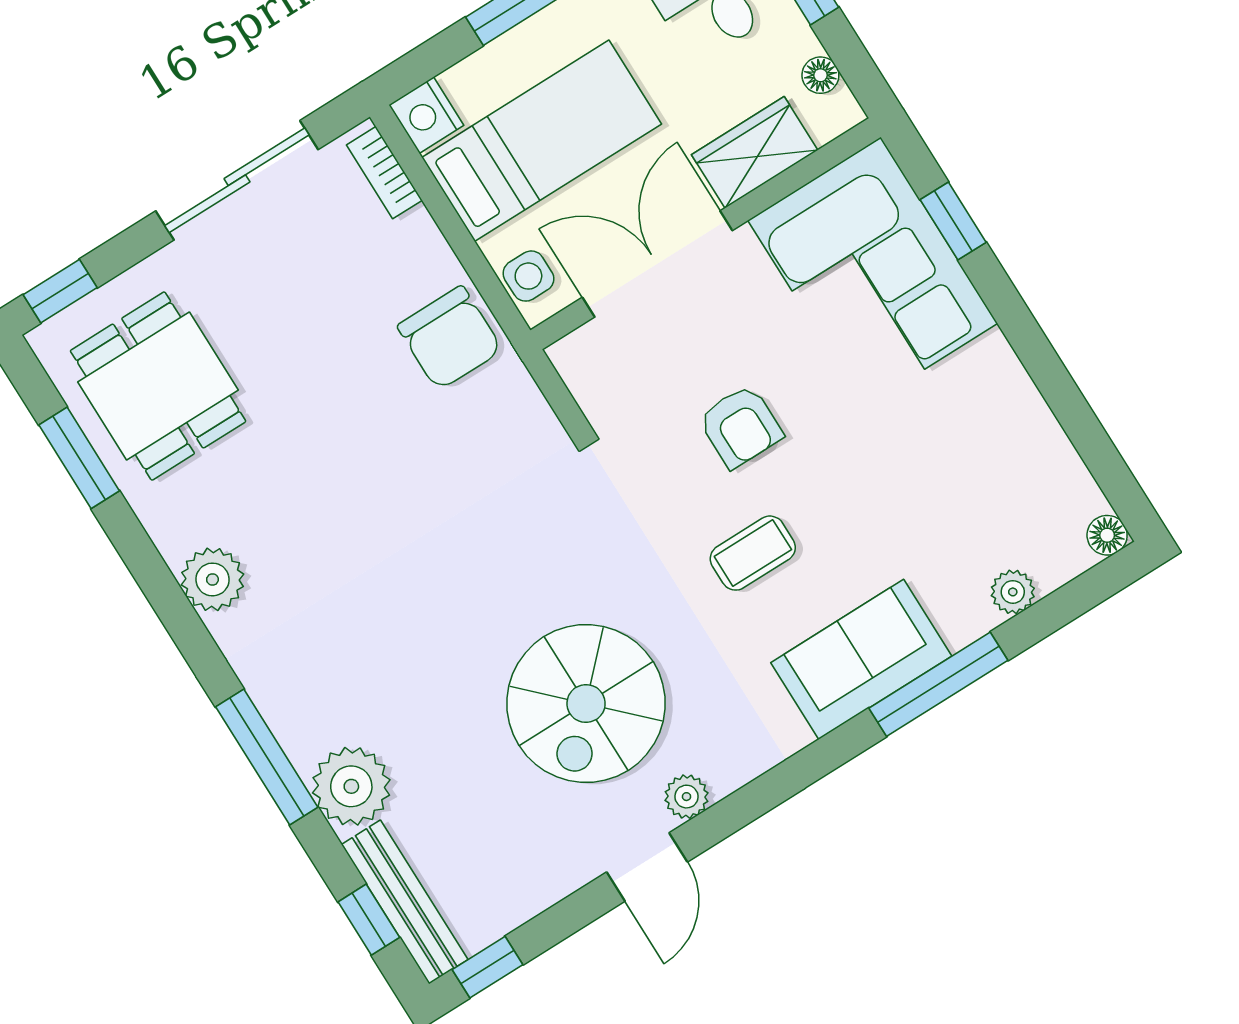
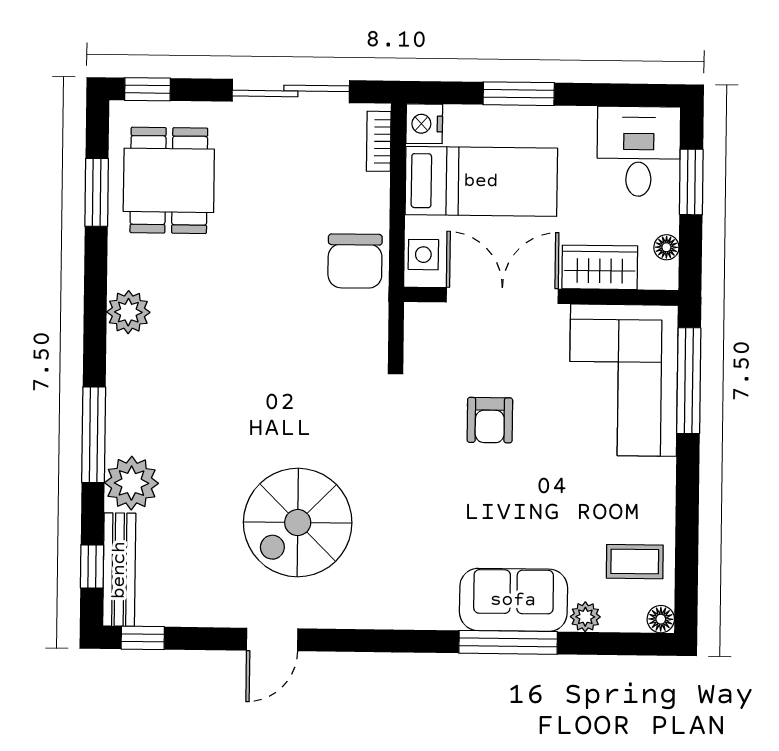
window: (953, 221) -> (689, 381), width x2.17
coffee table: (753, 553) -> (635, 562), moved
sofa: (861, 659) -> (513, 600), moved
plant: (687, 797) -> (321, 614), removed

